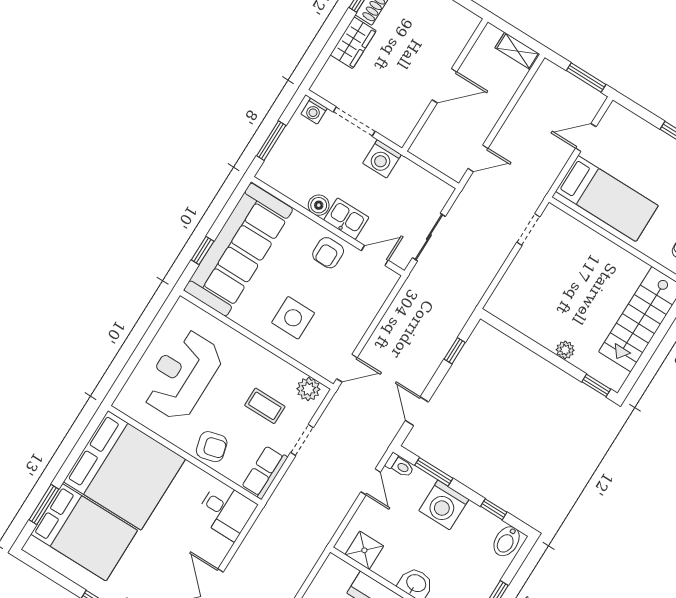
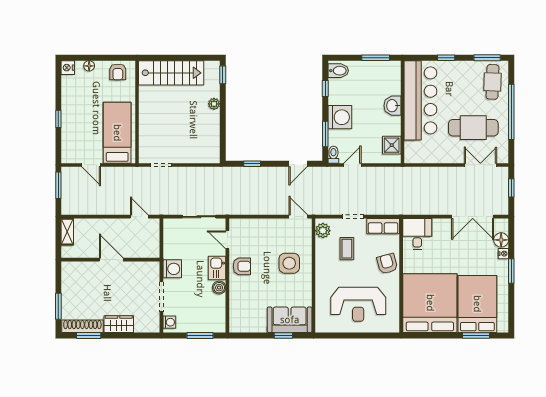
sofa: (238, 250) -> (290, 320), width x0.54, depth x0.79

